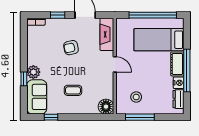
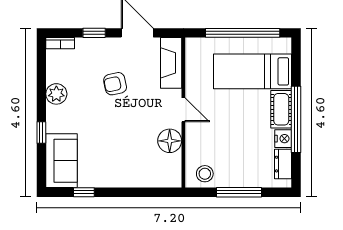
plant: (33, 72) -> (56, 94), moved
coffee table: (73, 90) -> (118, 150), removed
stool: (136, 97) -> (205, 174), moved
floor lamp: (106, 107) -> (170, 141), moved
window: (140, 117) -> (239, 192), moved

